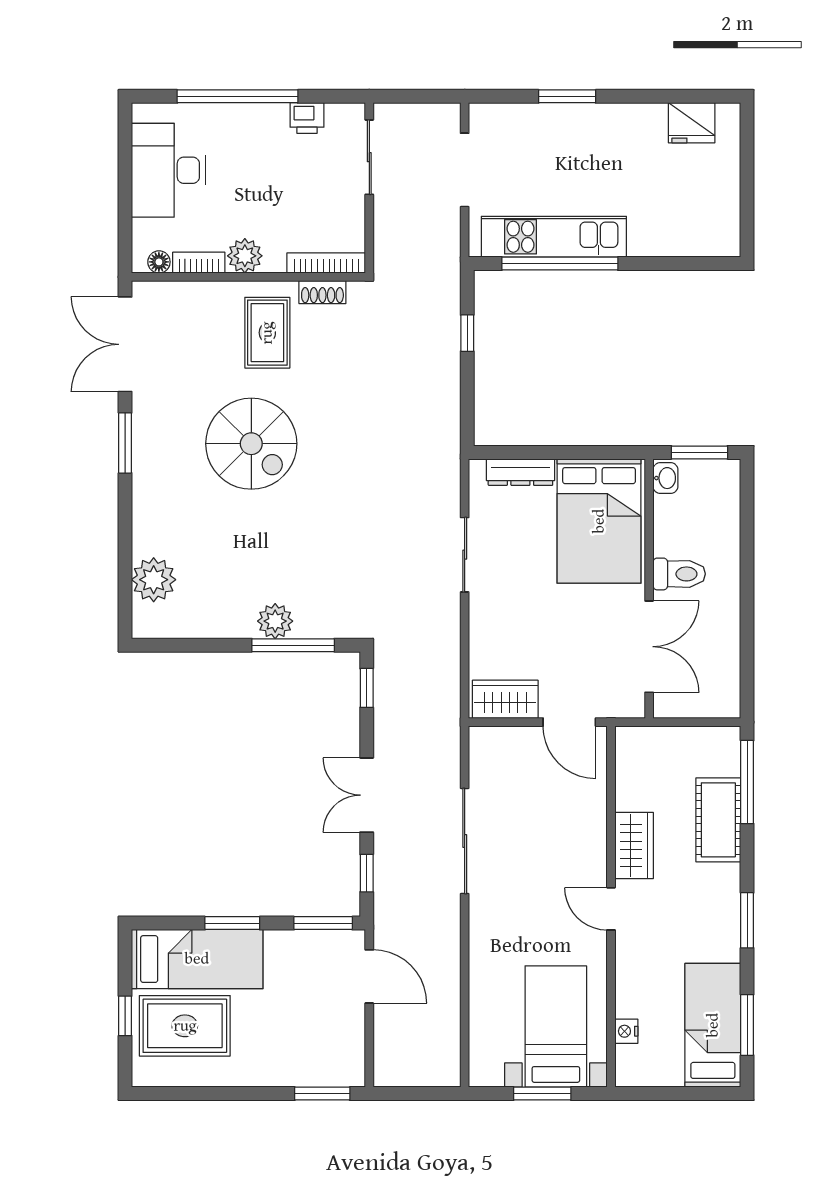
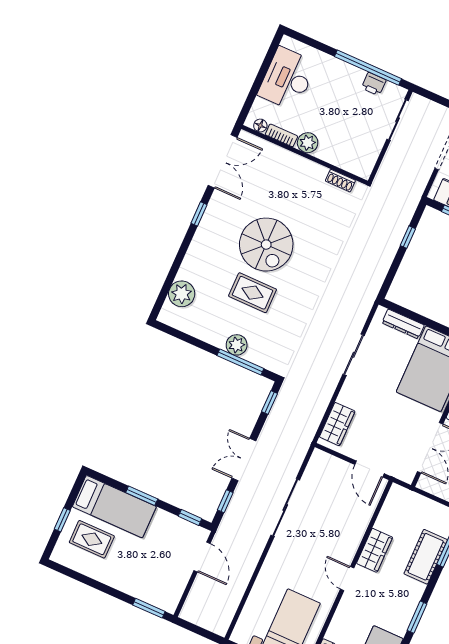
window: (238, 96) -> (368, 68), moved
bookcase: (326, 263) -> (349, 166), removed
rug: (267, 333) -> (253, 293), moved, turned 90
double door: (125, 344) -> (223, 161), swing flipped
window: (125, 443) -> (199, 214), width x0.67
wardrobe: (505, 699) -> (337, 424), moved, turned 90
window: (323, 923) -> (190, 517), width x0.67
rug: (185, 1026) -> (92, 539), width x0.73, depth x0.70

